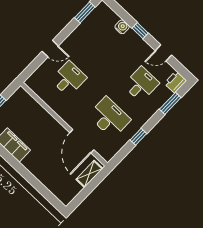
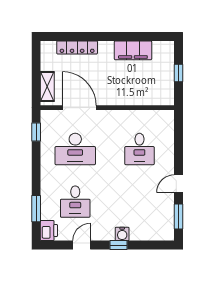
water cooler: (122, 27) -> (122, 234), moved
door: (50, 49) -> (179, 184), moved
window: (138, 137) -> (36, 132), moved
locker: (47, 181) -> (77, 47), added

